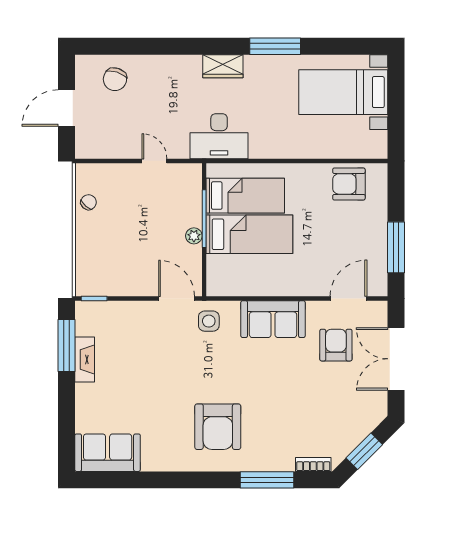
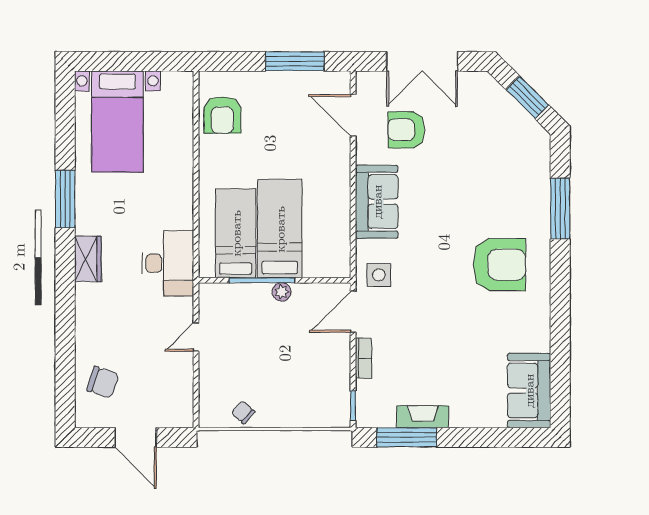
bookcase: (313, 464) -> (364, 358), moved, turned 180

